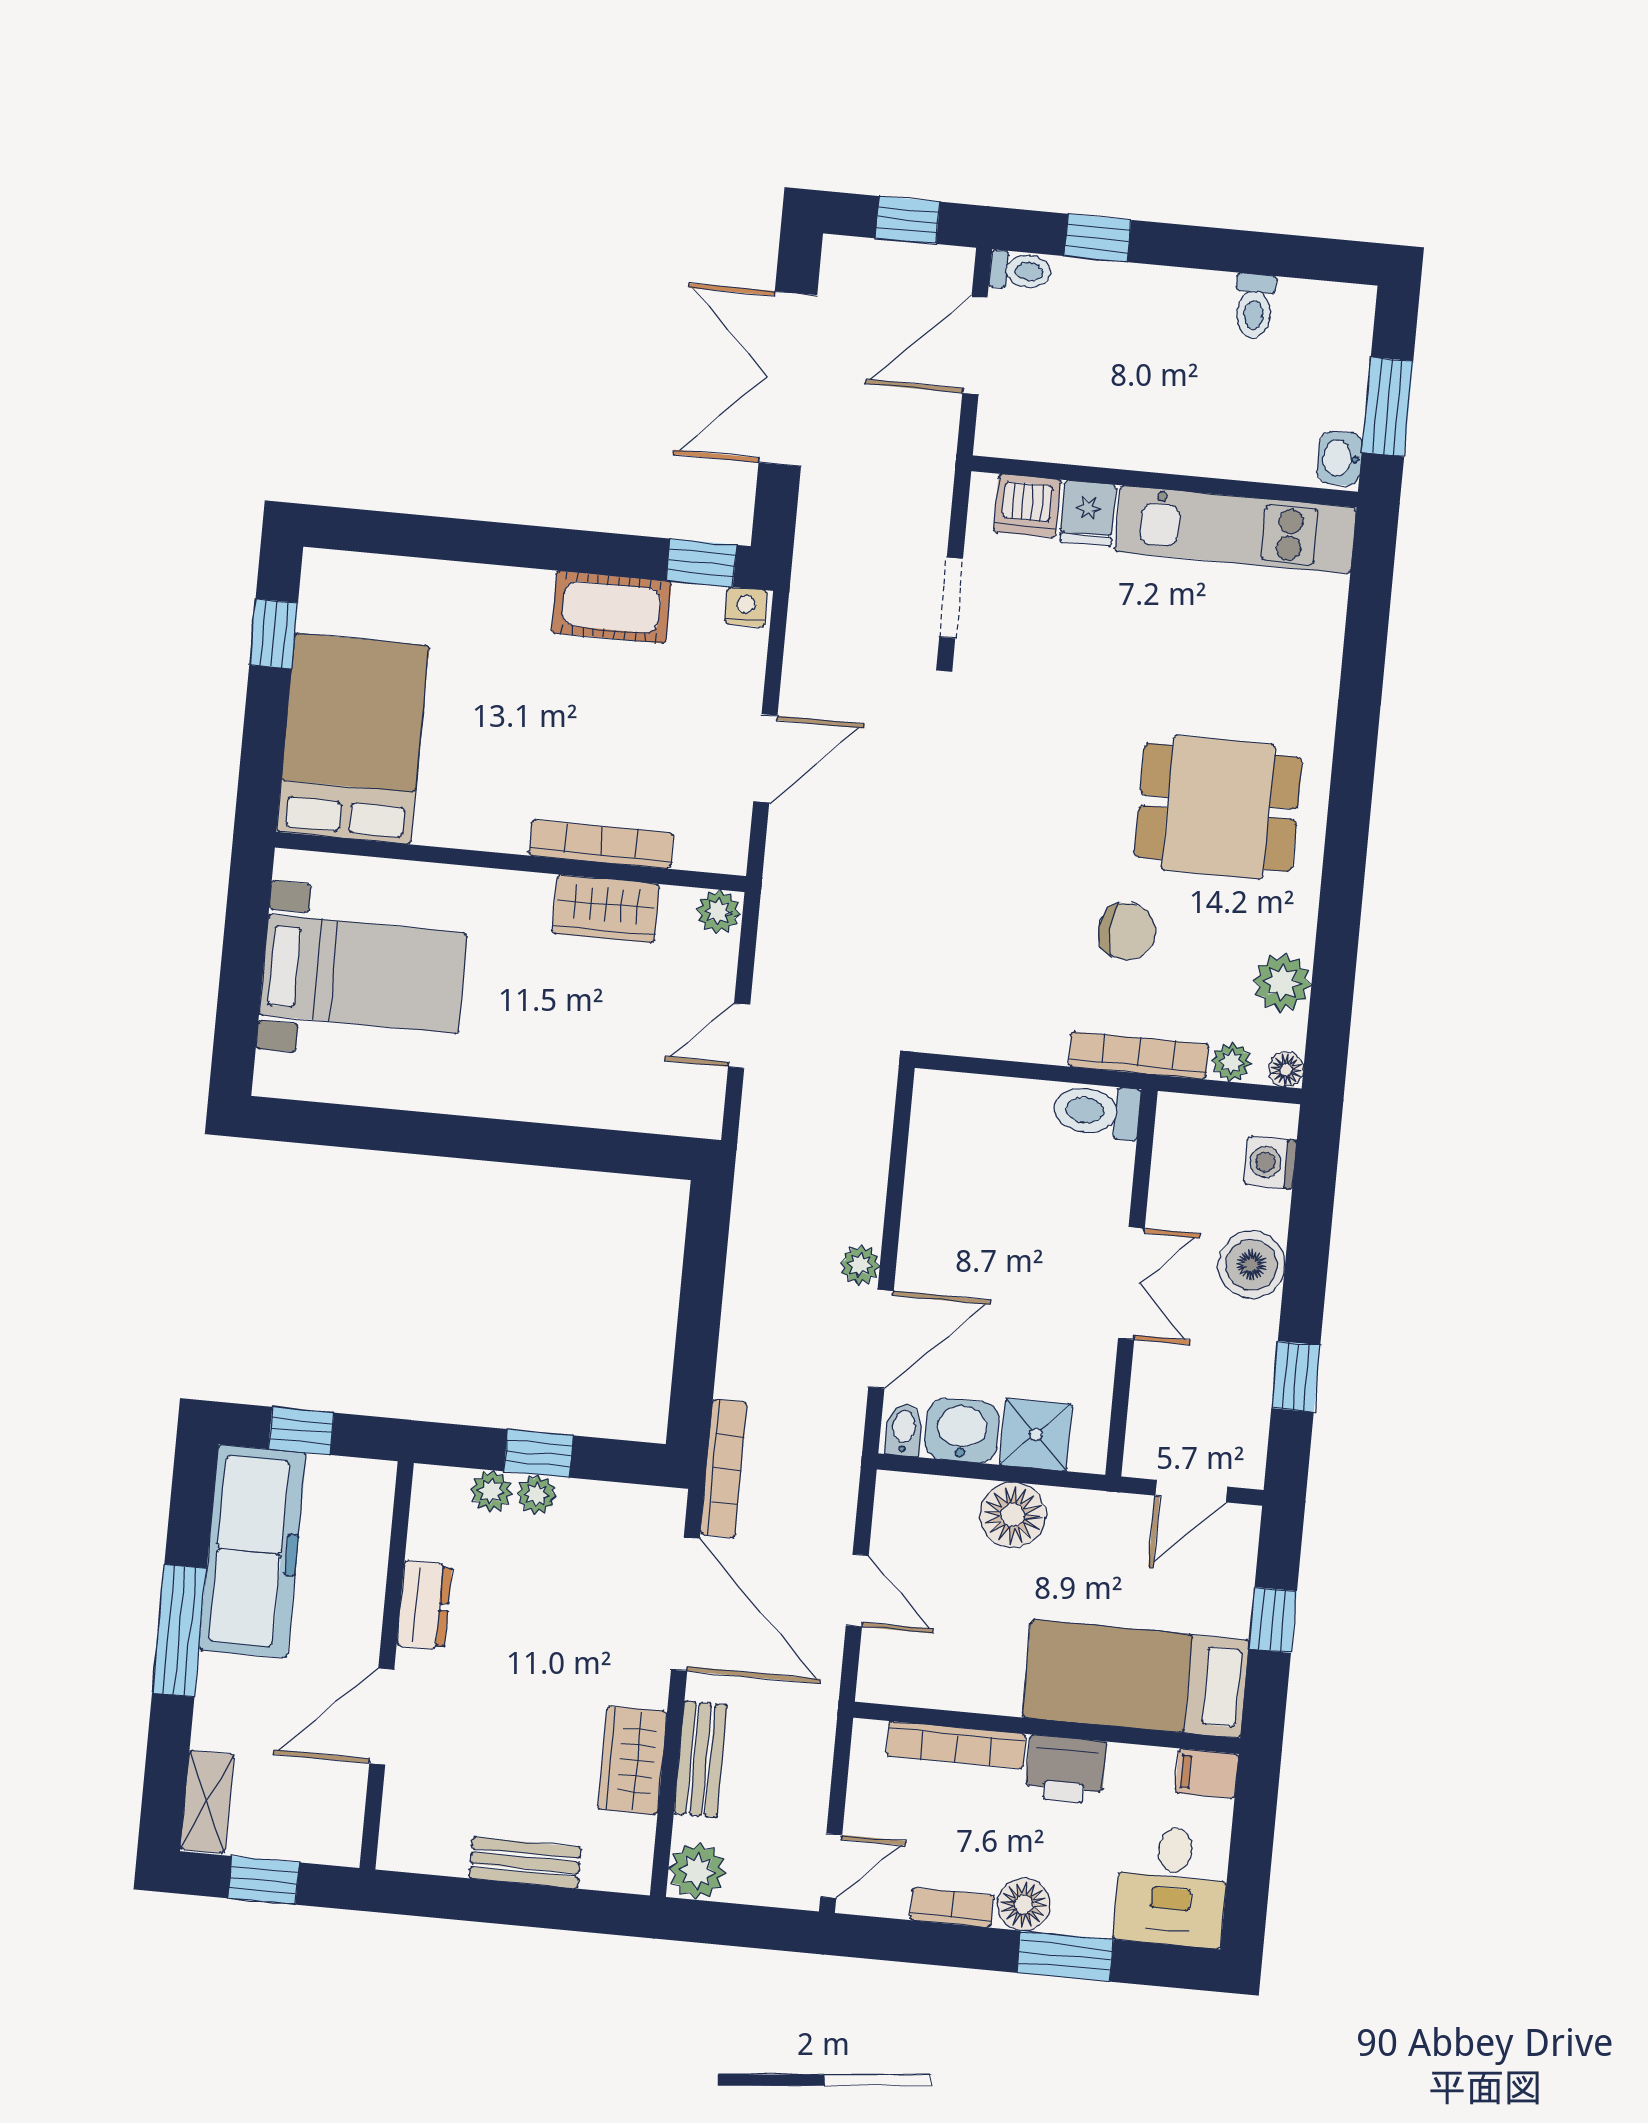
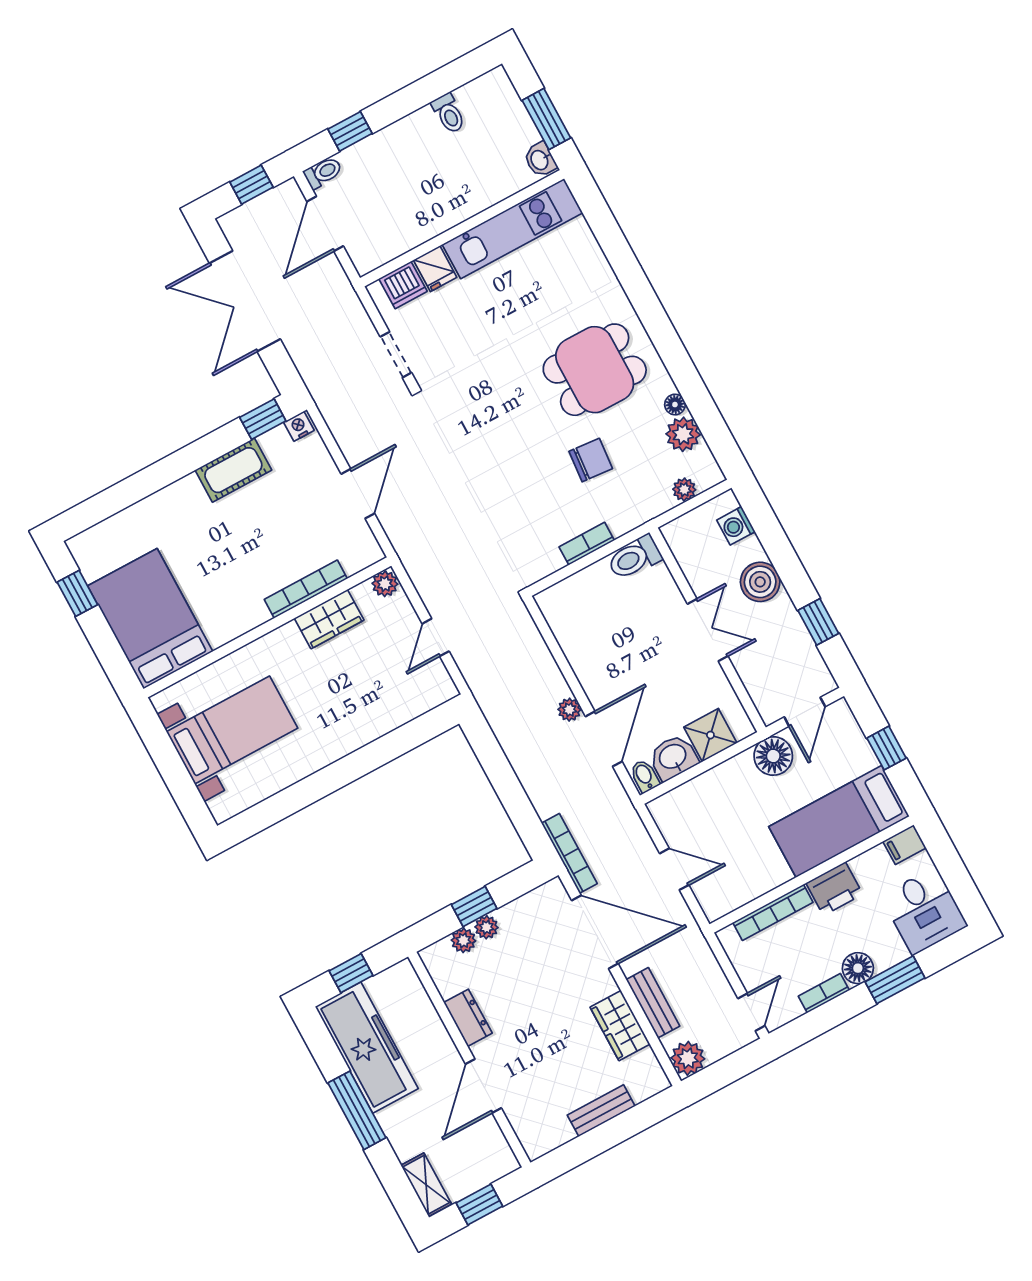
bookcase: (1139, 1055) -> (587, 544), moved, width x0.64
floor lamp: (1286, 1070) -> (675, 405), moved
floor lamp: (1013, 1515) -> (773, 756), moved

